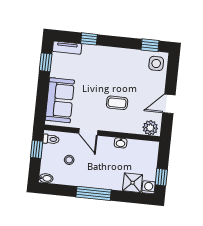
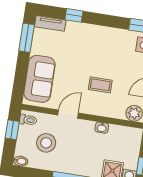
window: (46, 62) -> (27, 38), width x1.50
door: (88, 132) -> (68, 114), swing flipped
stool: (69, 160) -> (46, 143), width x1.89, depth x1.89

